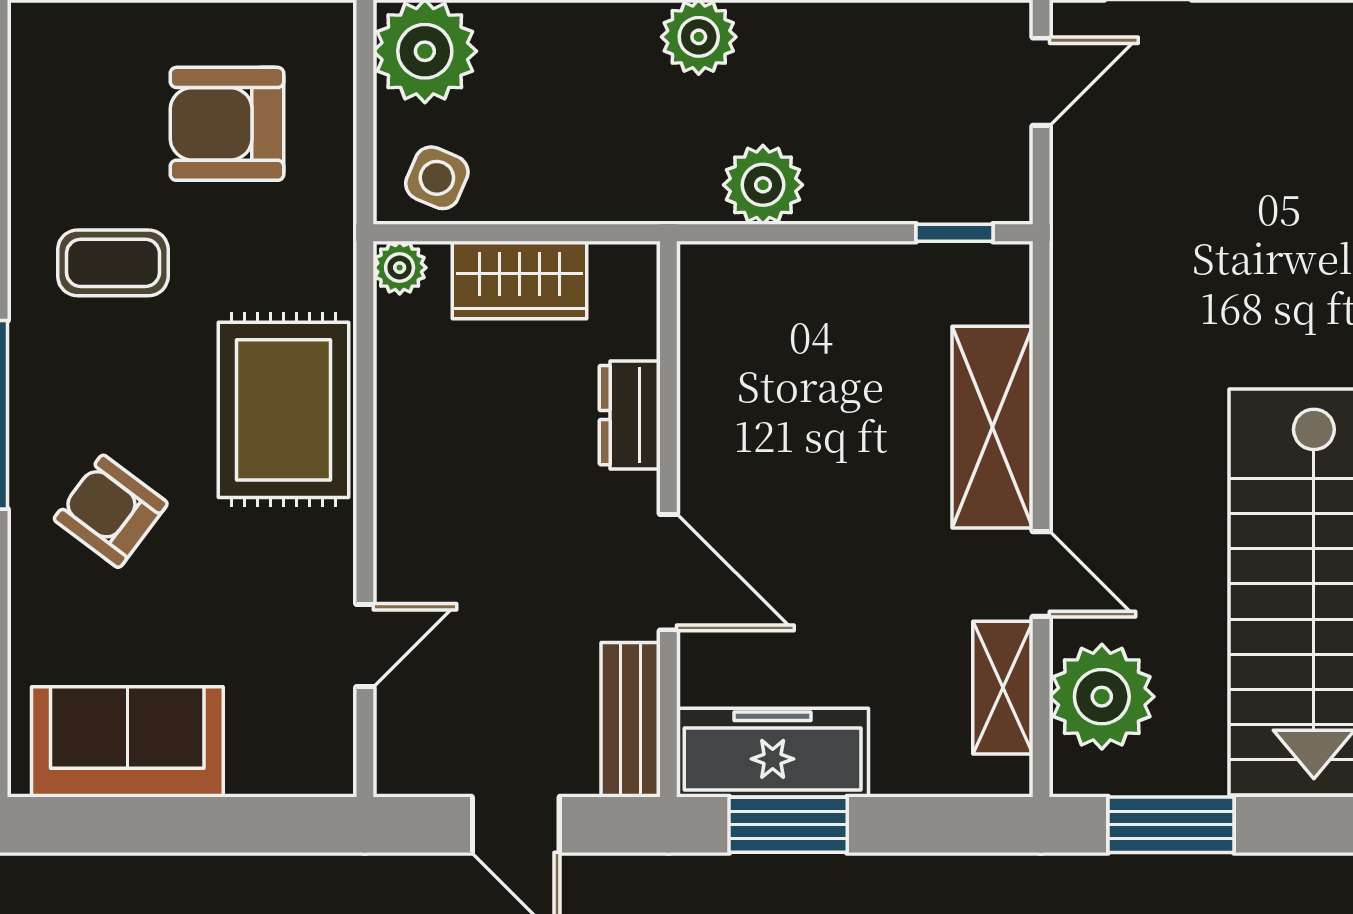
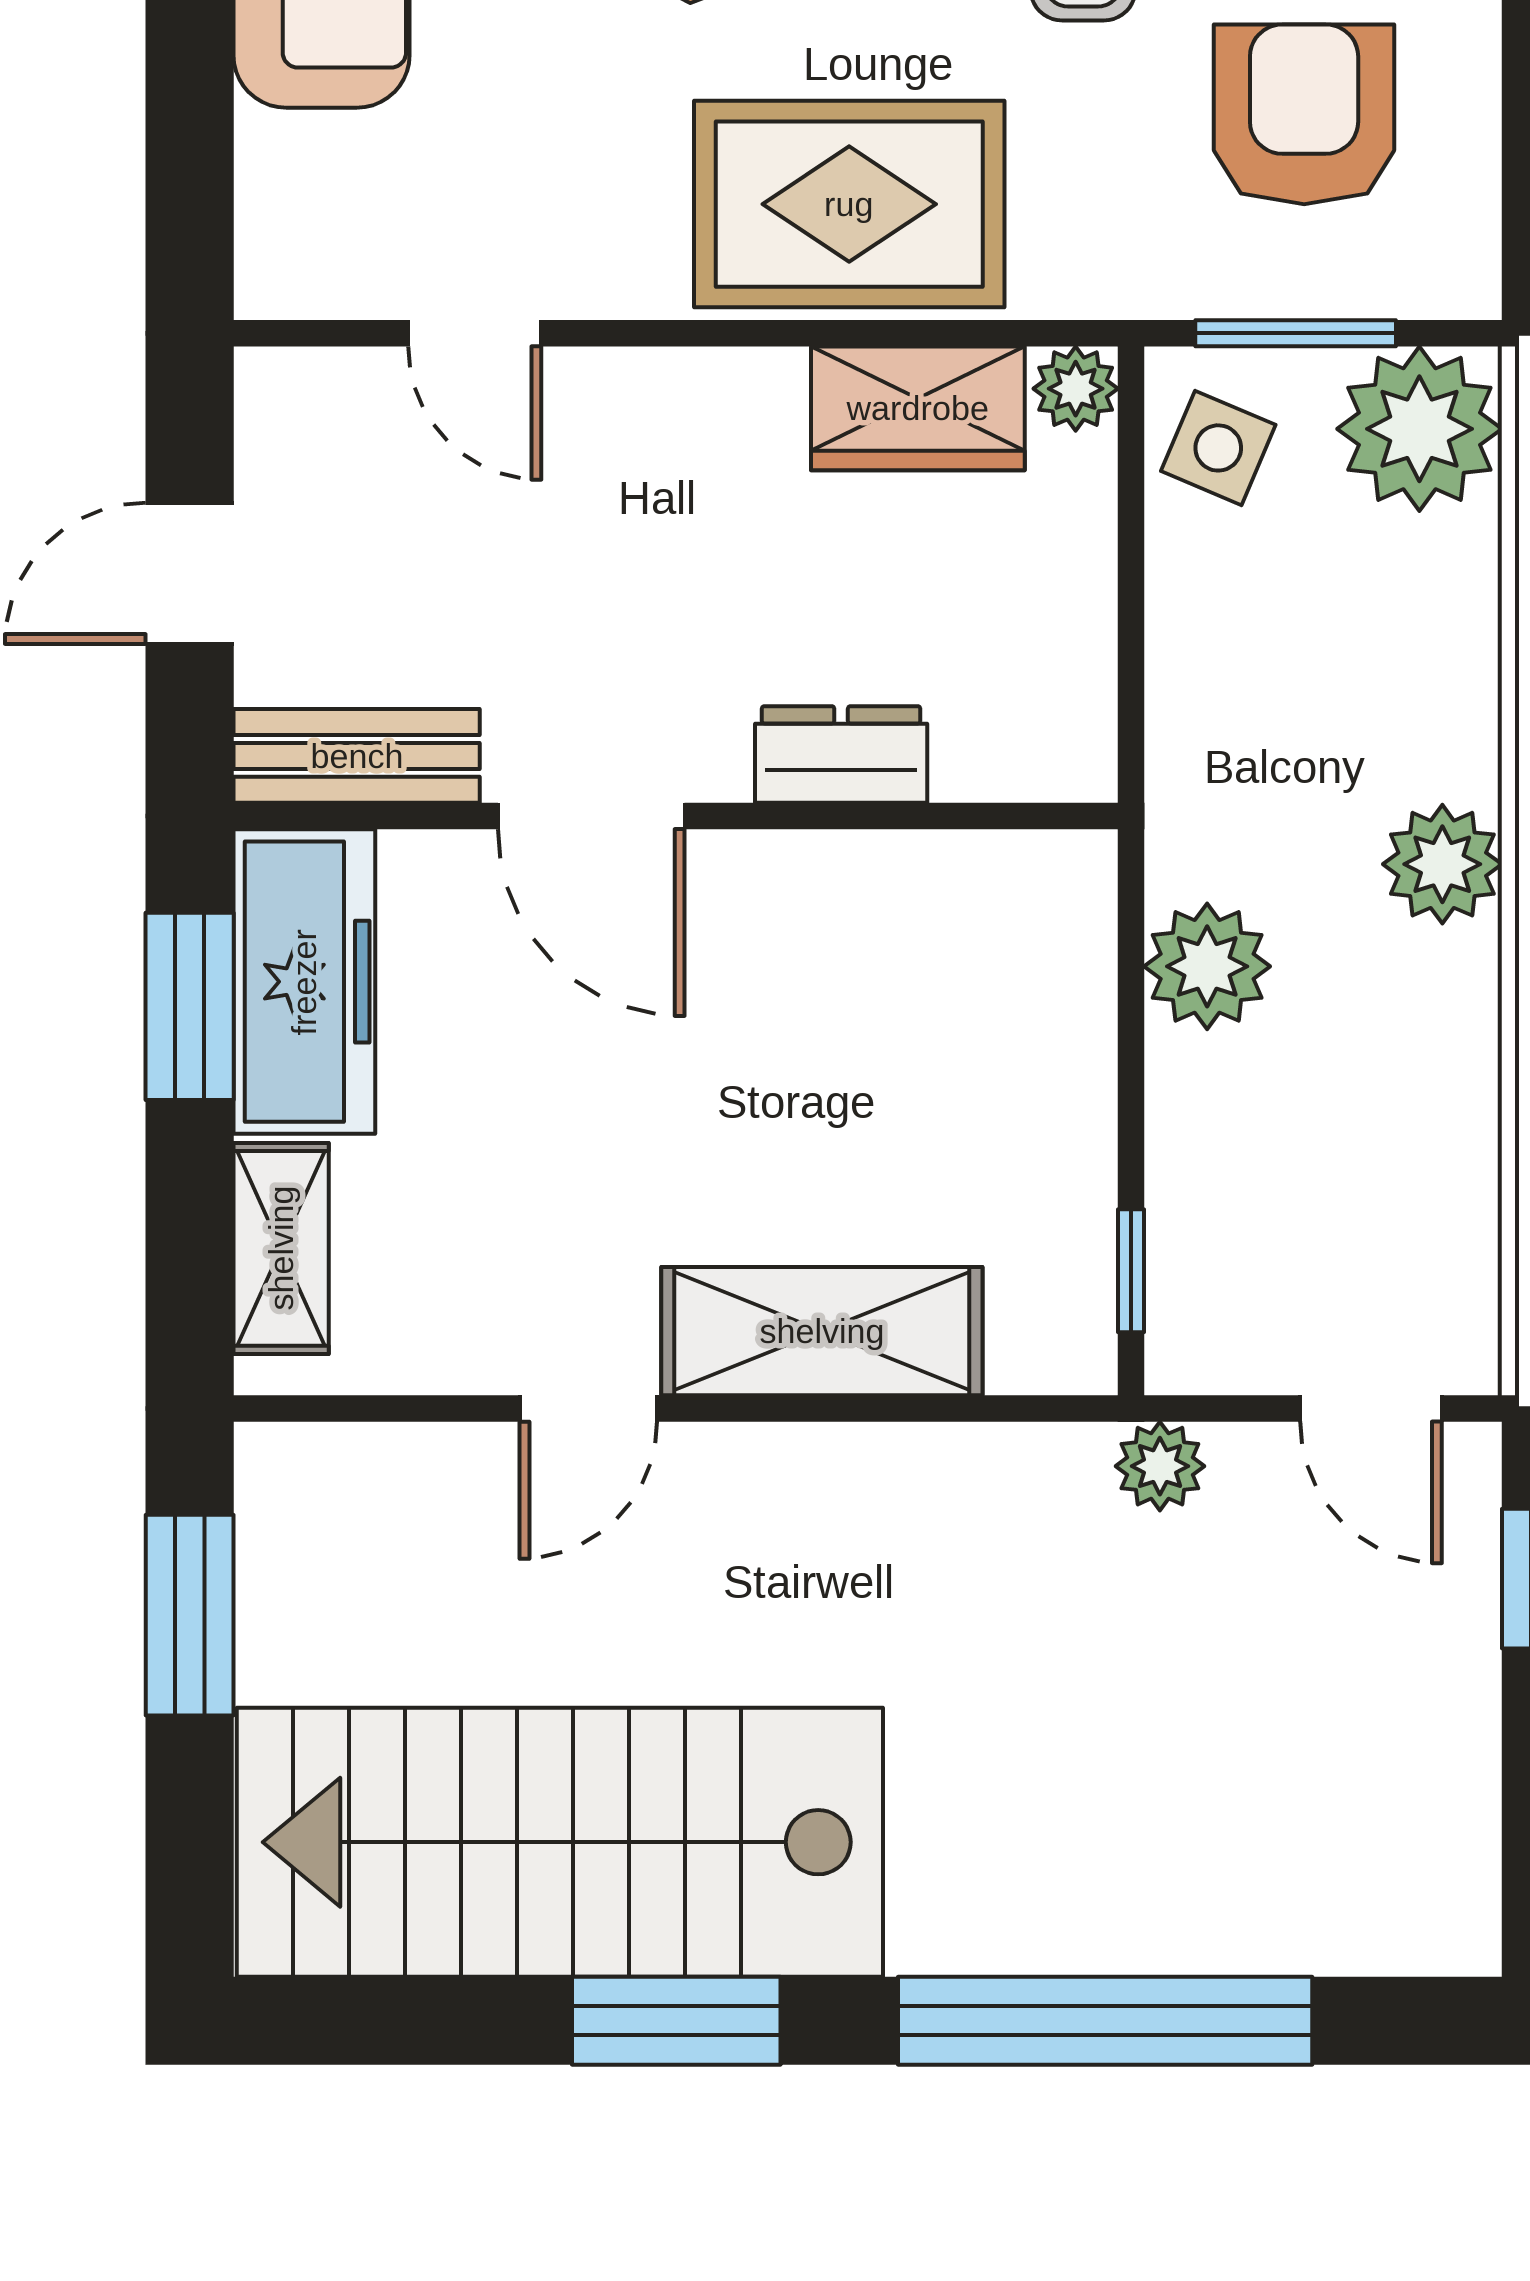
window: (365, 129) -> (1296, 333), added
wardrobe: (519, 280) -> (918, 408), moved, turned -90
door: (668, 572) -> (591, 816), hinge flipped
shelving: (1003, 688) -> (281, 1248), moved, turned 90
plant: (1102, 697) -> (1160, 1466), moved, width x0.53, depth x0.53

